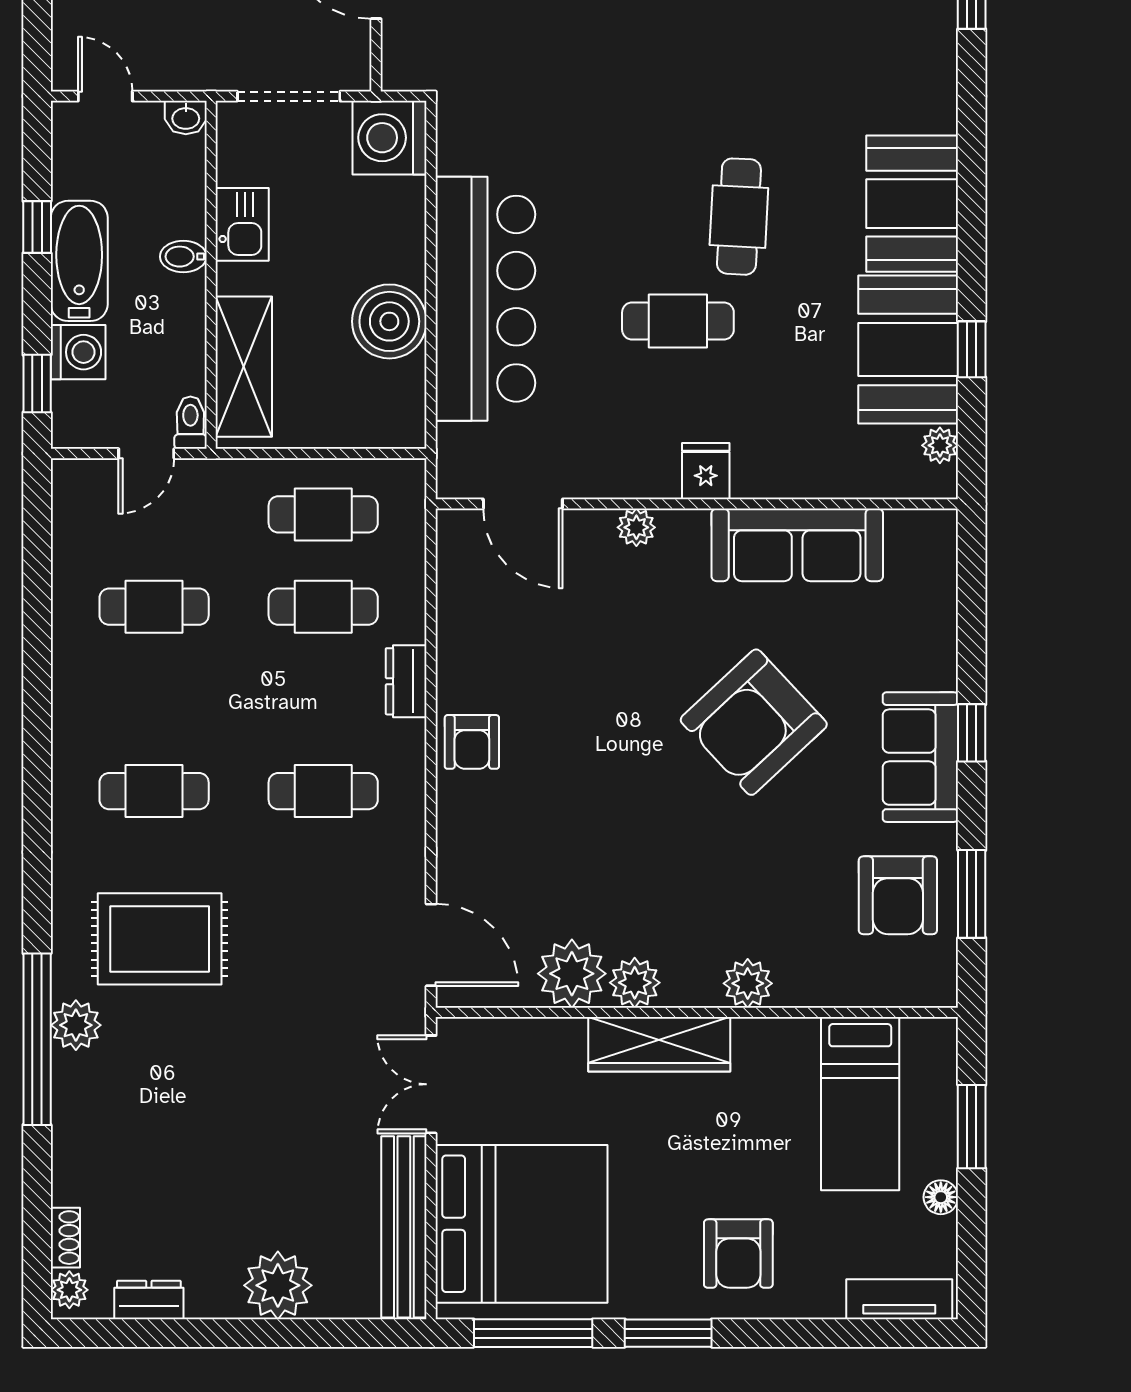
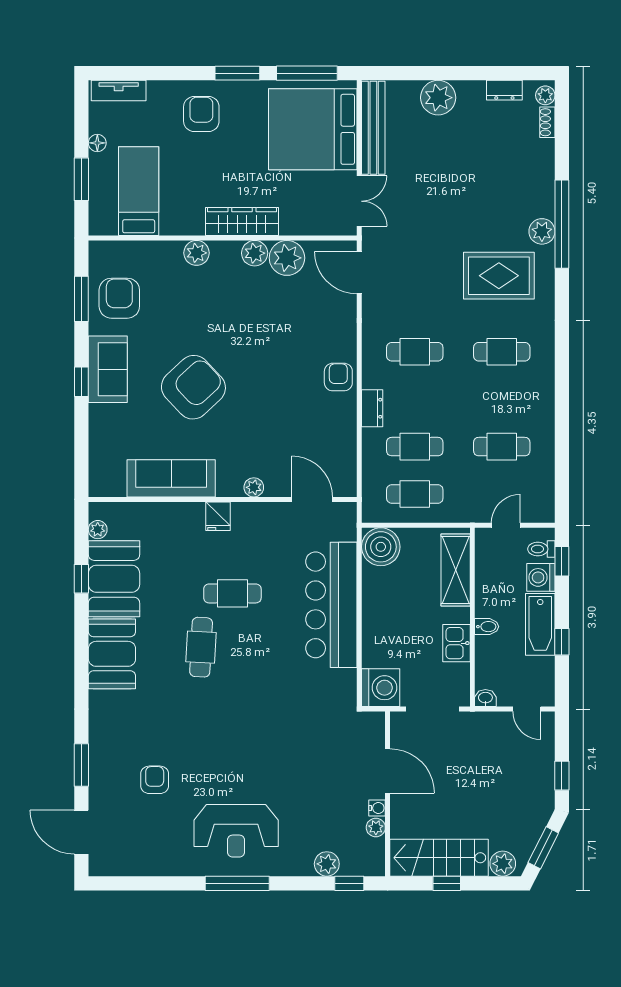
boiler: (389, 321) -> (381, 547), moved
toilet: (190, 423) -> (541, 549), moved, turned 90

